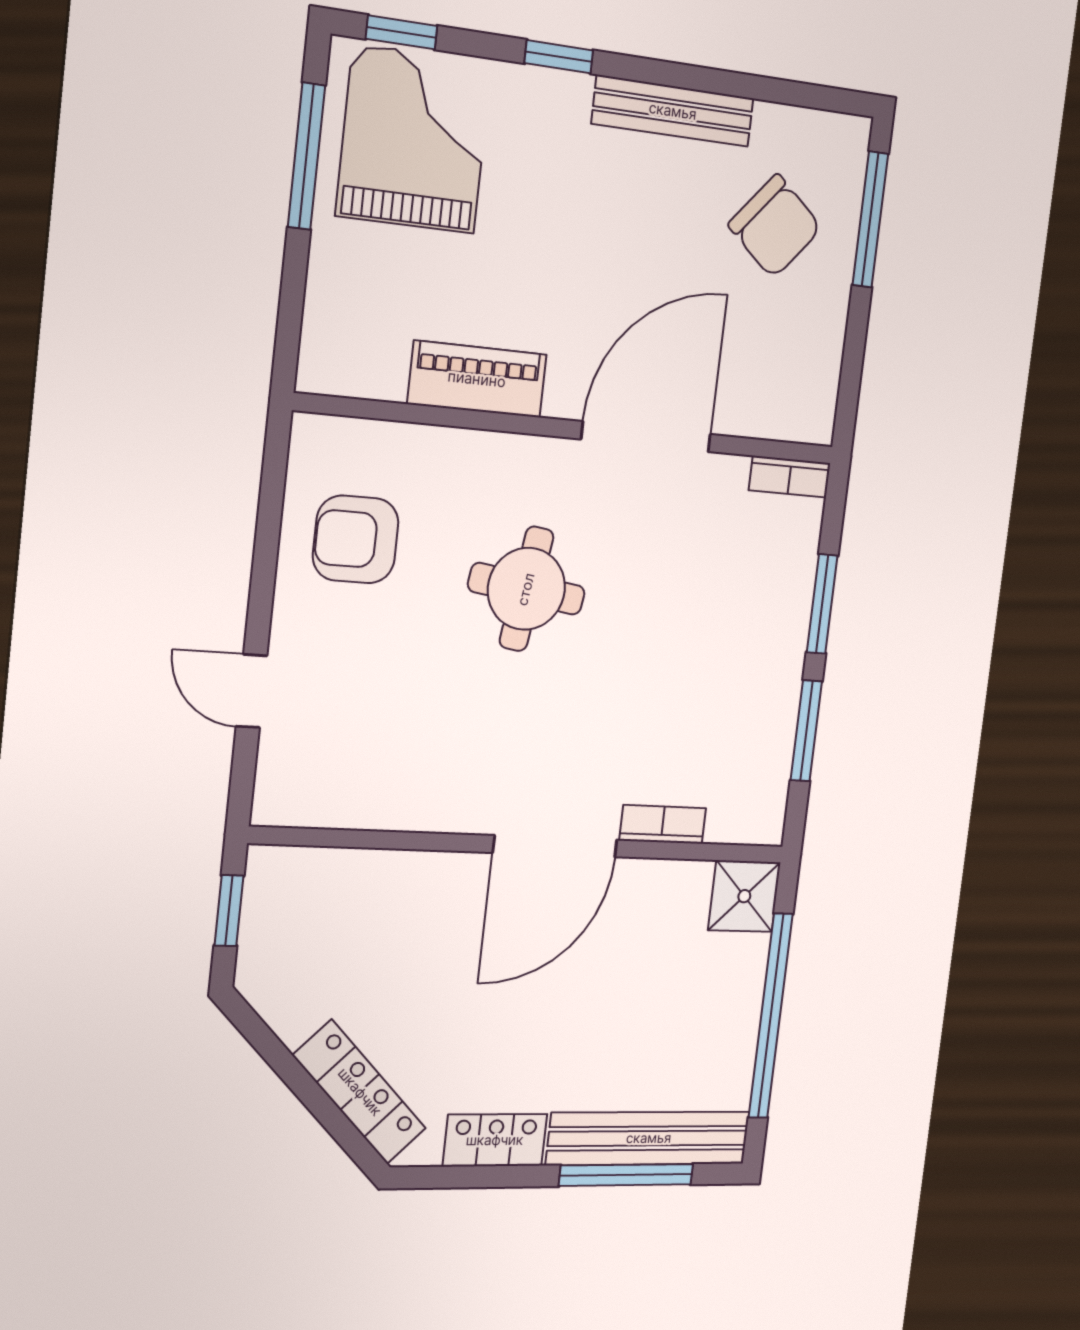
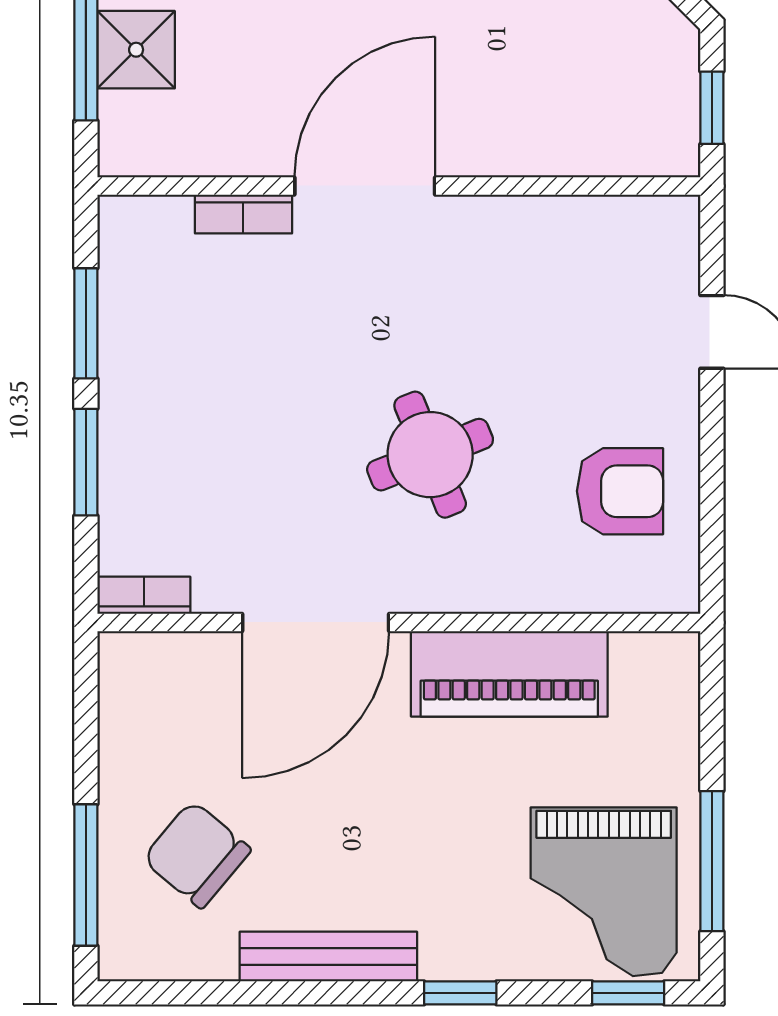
piano: (477, 379) -> (509, 674), width x1.37, depth x1.33
round table: (526, 589) -> (430, 455), turned -30
shower: (744, 896) -> (136, 50), moved

